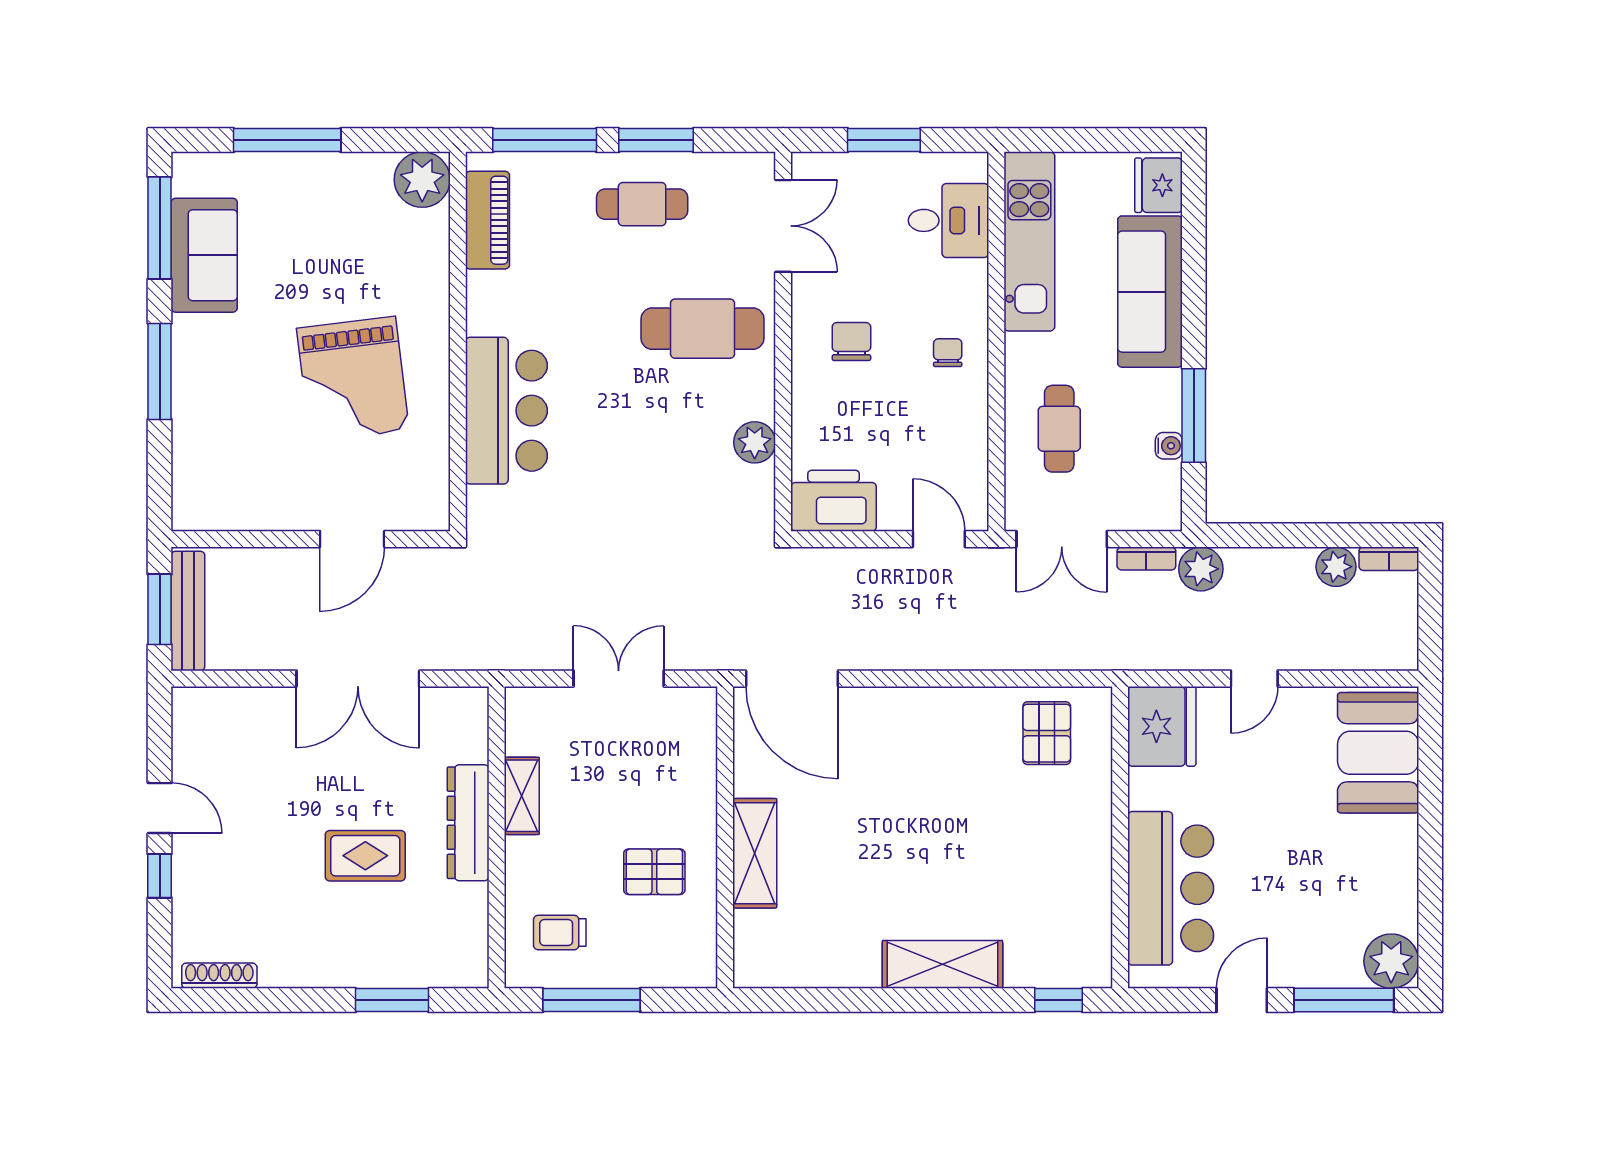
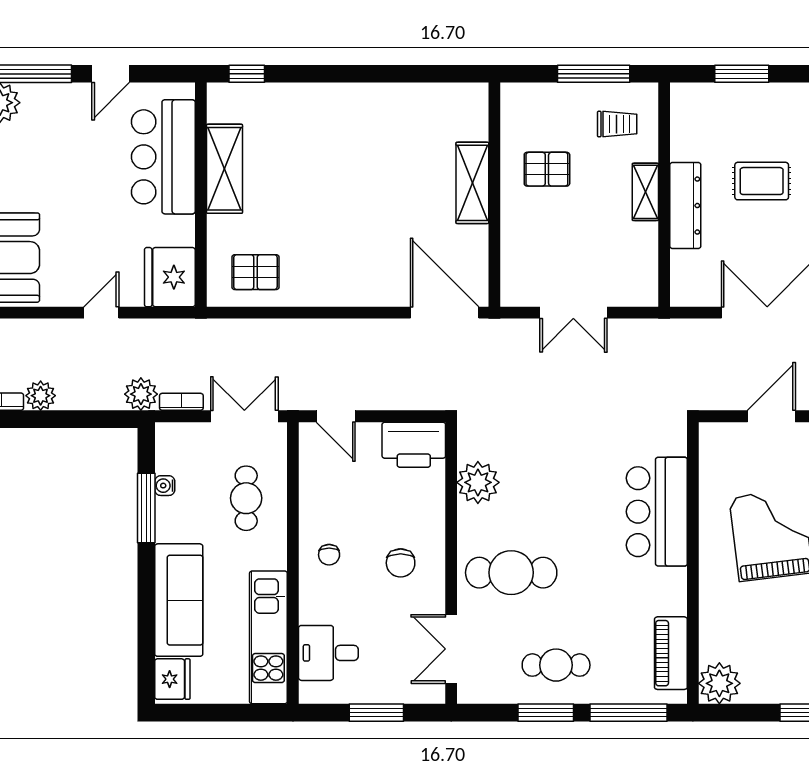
plant: (755, 442) -> (478, 482), width x1.36, depth x1.36
pallet: (1047, 733) -> (255, 272), turned 90
shelving: (522, 796) -> (645, 192), moved
shelving: (942, 964) -> (224, 169), moved, turned 90

